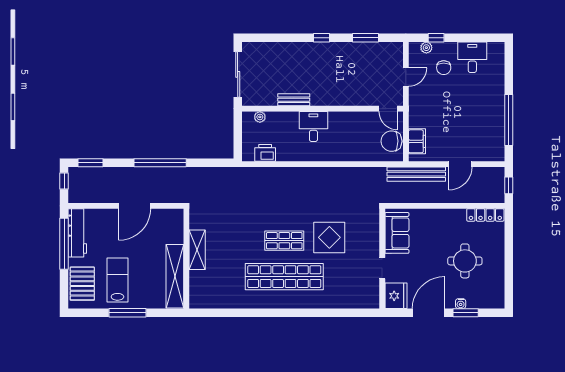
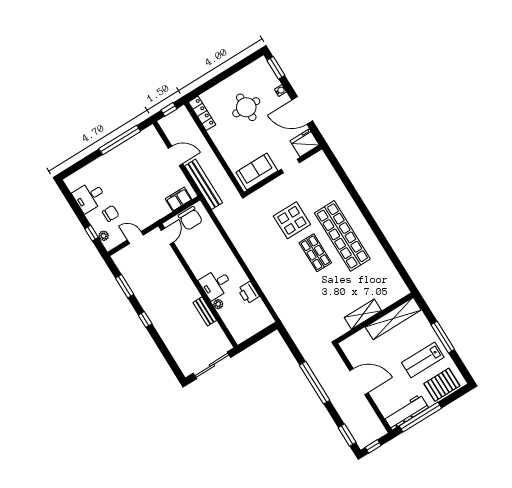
plant: (260, 117) -> (218, 304), moved
printer: (265, 153) -> (248, 293), moved
window: (466, 313) -> (276, 68), moved

